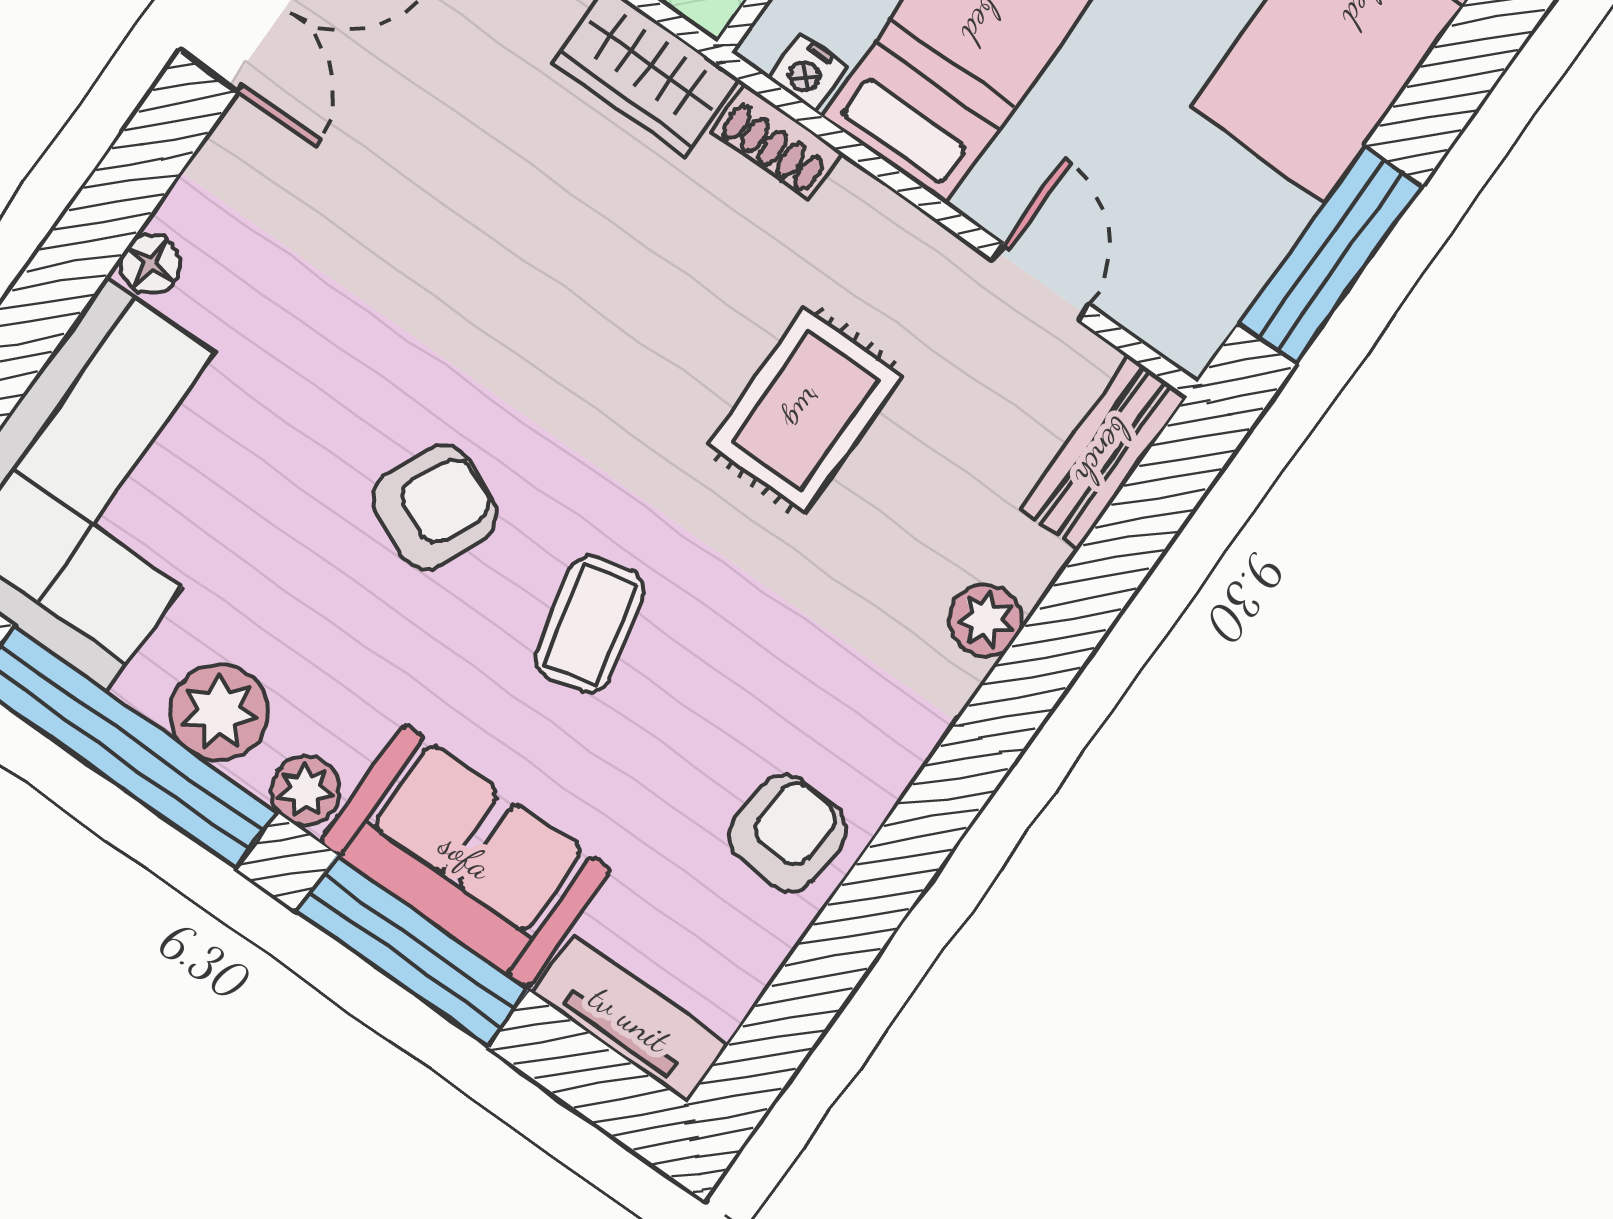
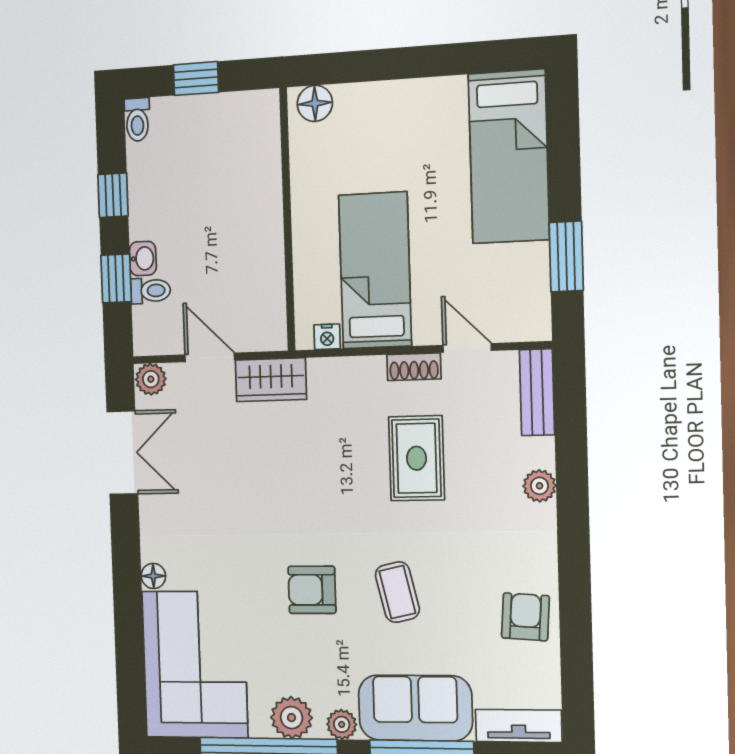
shoe rack: (777, 142) -> (414, 367), moved
window: (1331, 254) -> (566, 256), width x0.69
armchair: (435, 507) -> (312, 590), turned -115

